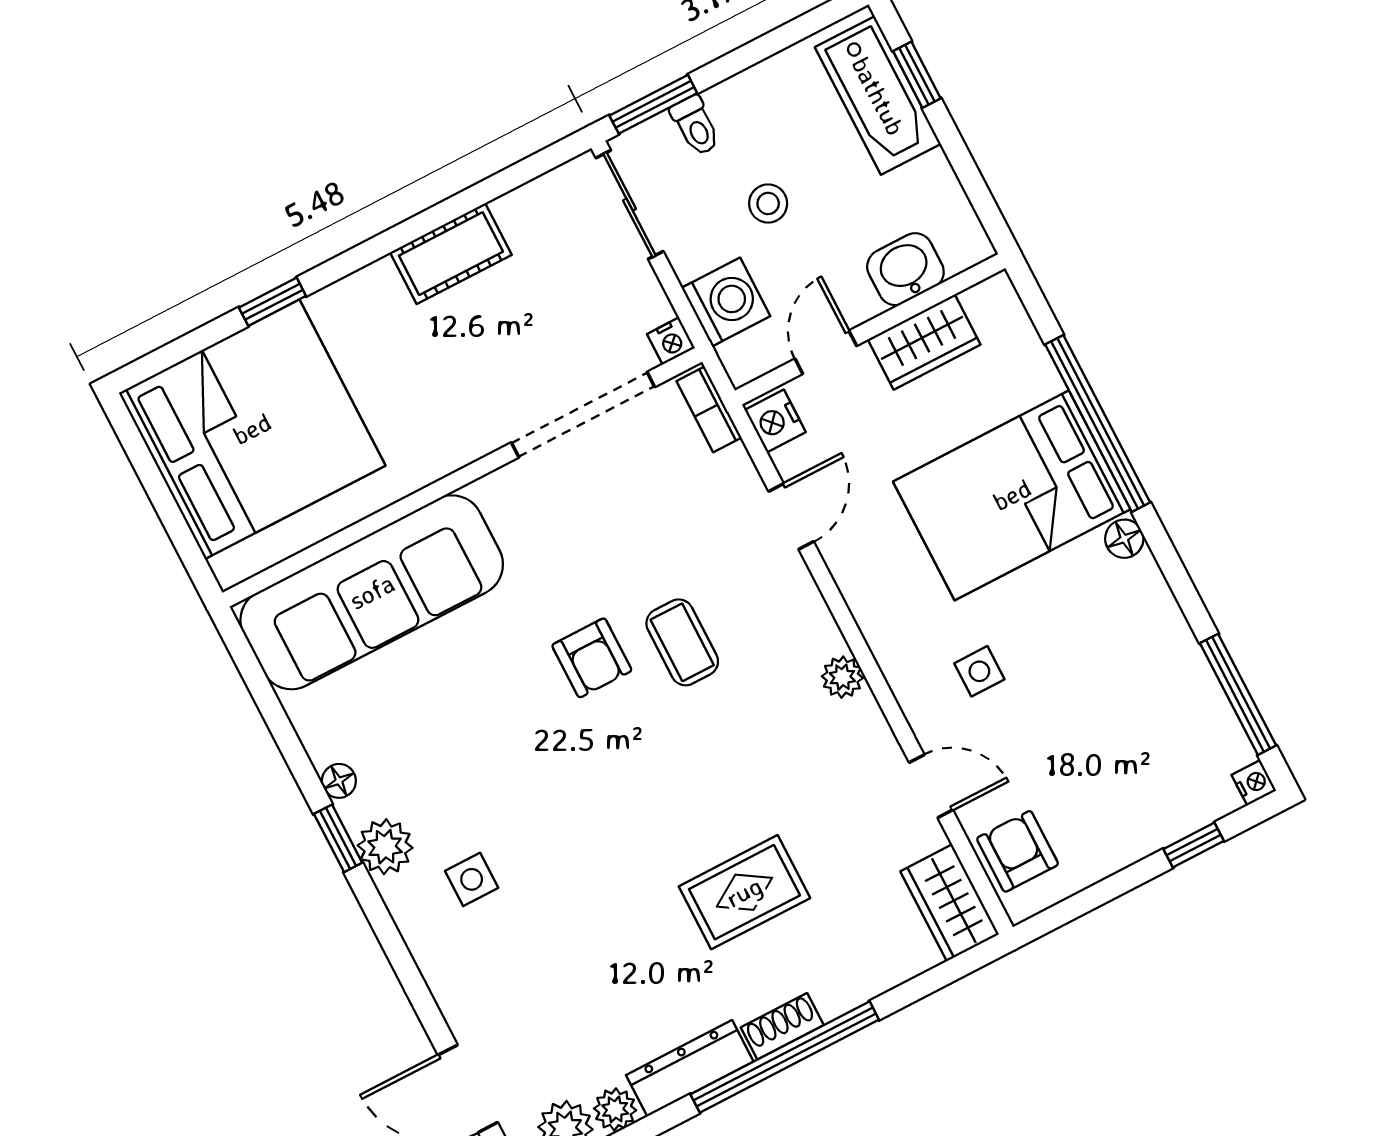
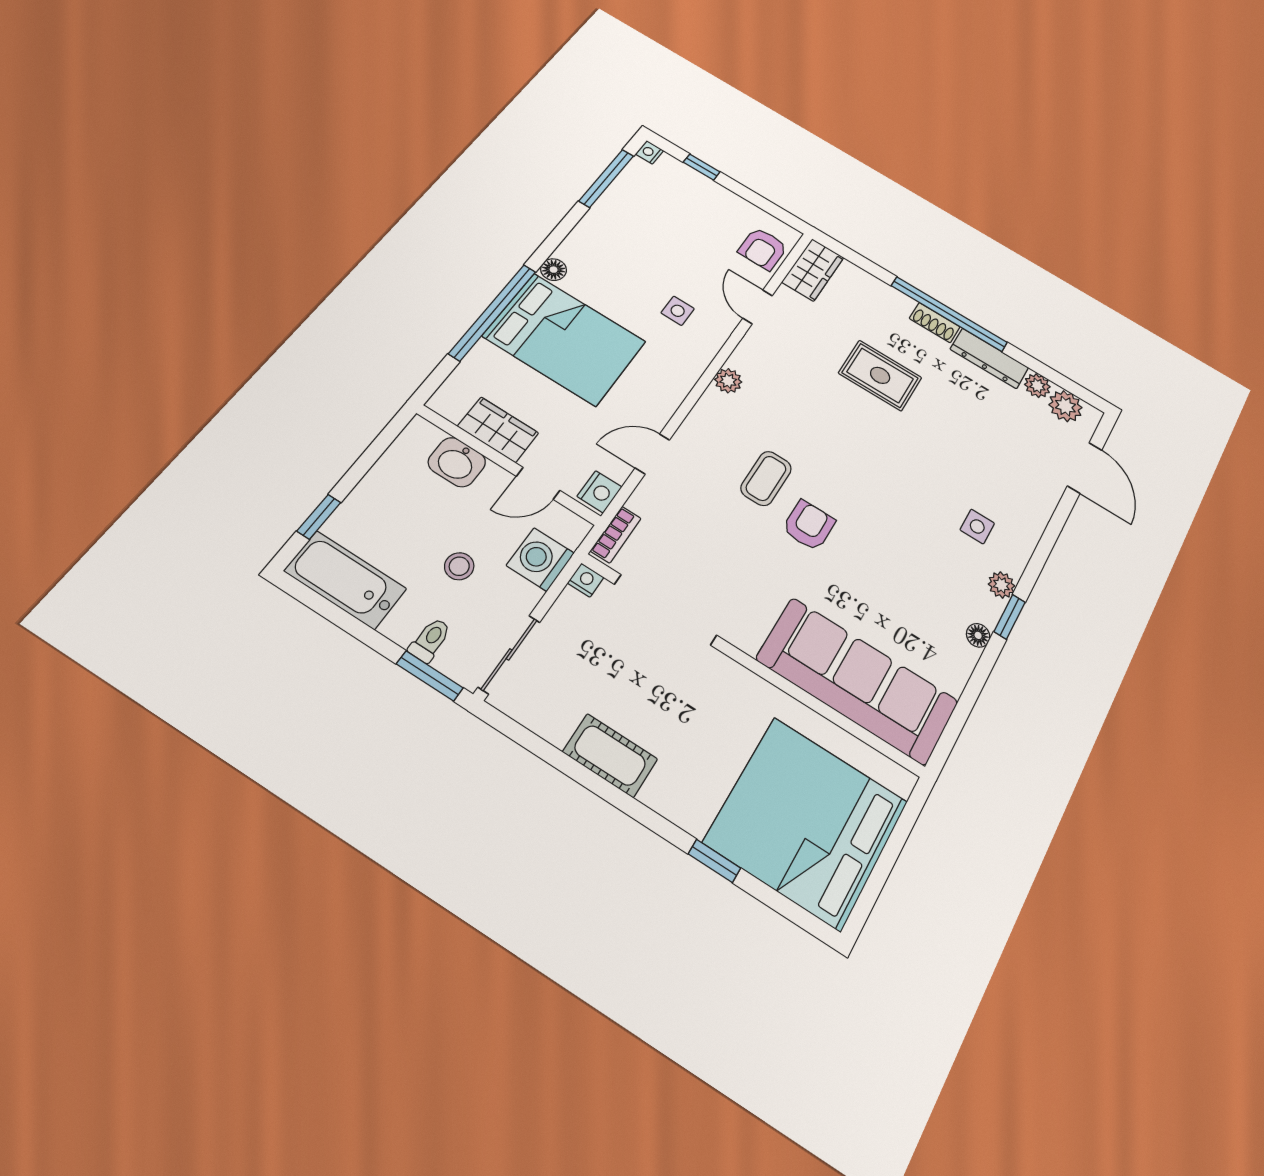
bathtub: (878, 96) -> (345, 580), moved, turned -90
plant: (385, 847) -> (1001, 585), width x0.73, depth x0.73

